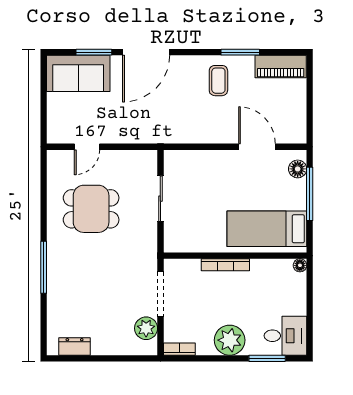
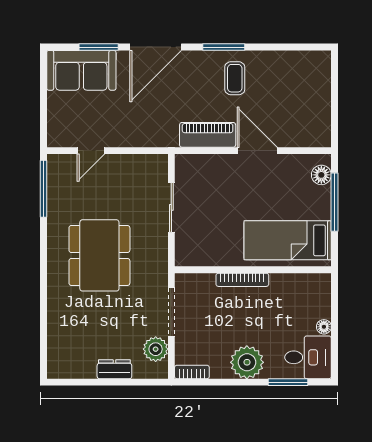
window: (240, 52) -> (224, 47), moved
piano: (281, 66) -> (208, 135), moved, turned 180
door: (257, 147) -> (257, 151), moved
dining table: (91, 209) -> (99, 255), moved, width x1.38
floor lamp: (300, 265) -> (324, 327), moved
window: (44, 267) -> (43, 189), moved
dresser: (75, 347) -> (114, 369), moved

